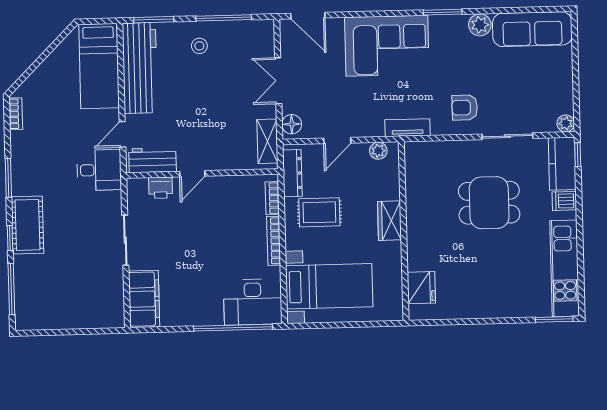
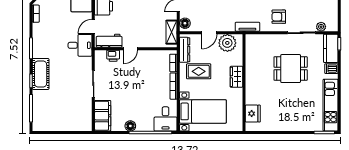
plant: (566, 123) -> (321, 27), moved
plant: (378, 151) -> (227, 43), width x1.88, depth x1.88
desk: (253, 302) -> (166, 119), width x0.73
floor lamp: (196, 316) -> (130, 126), added

